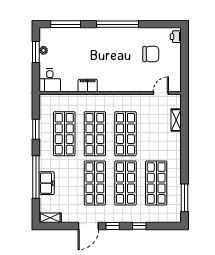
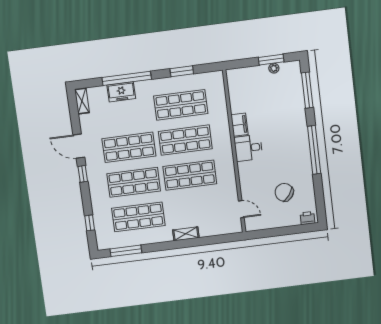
chair: (151, 54) -> (284, 192), turned 127
desk: (50, 80) -> (248, 148), moved
shelving: (176, 120) -> (186, 234), moved
window: (139, 226) -> (90, 223), moved

